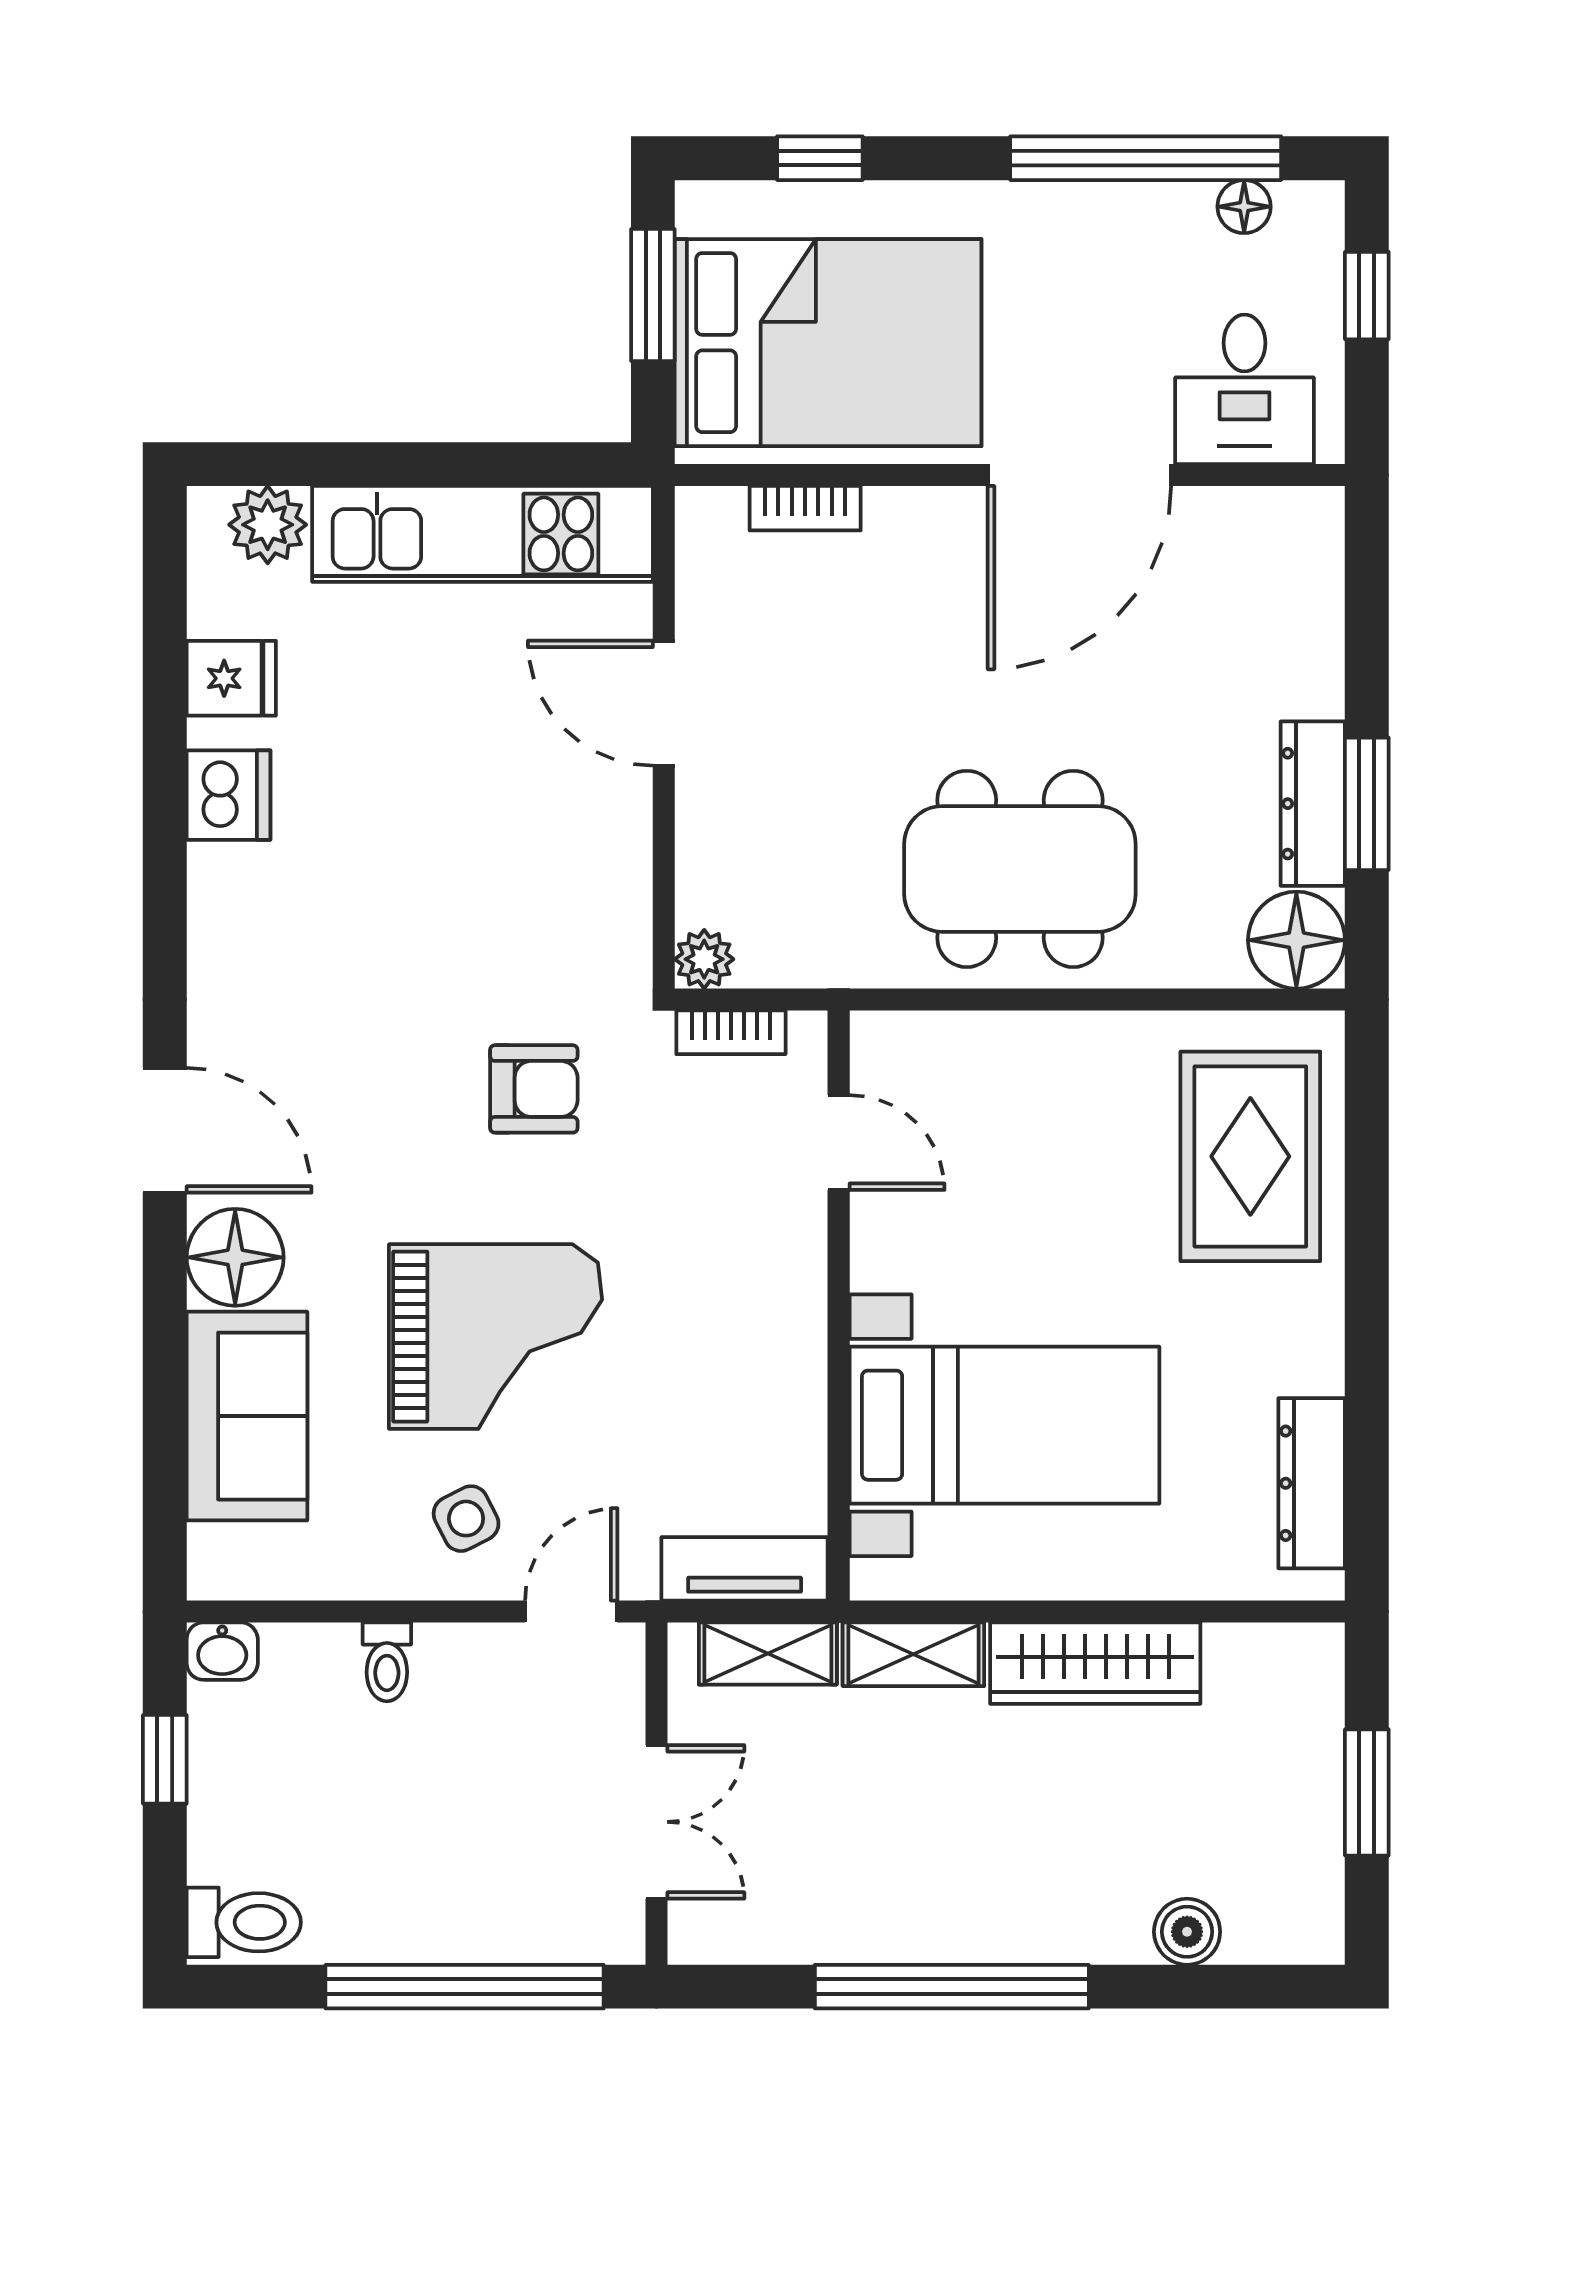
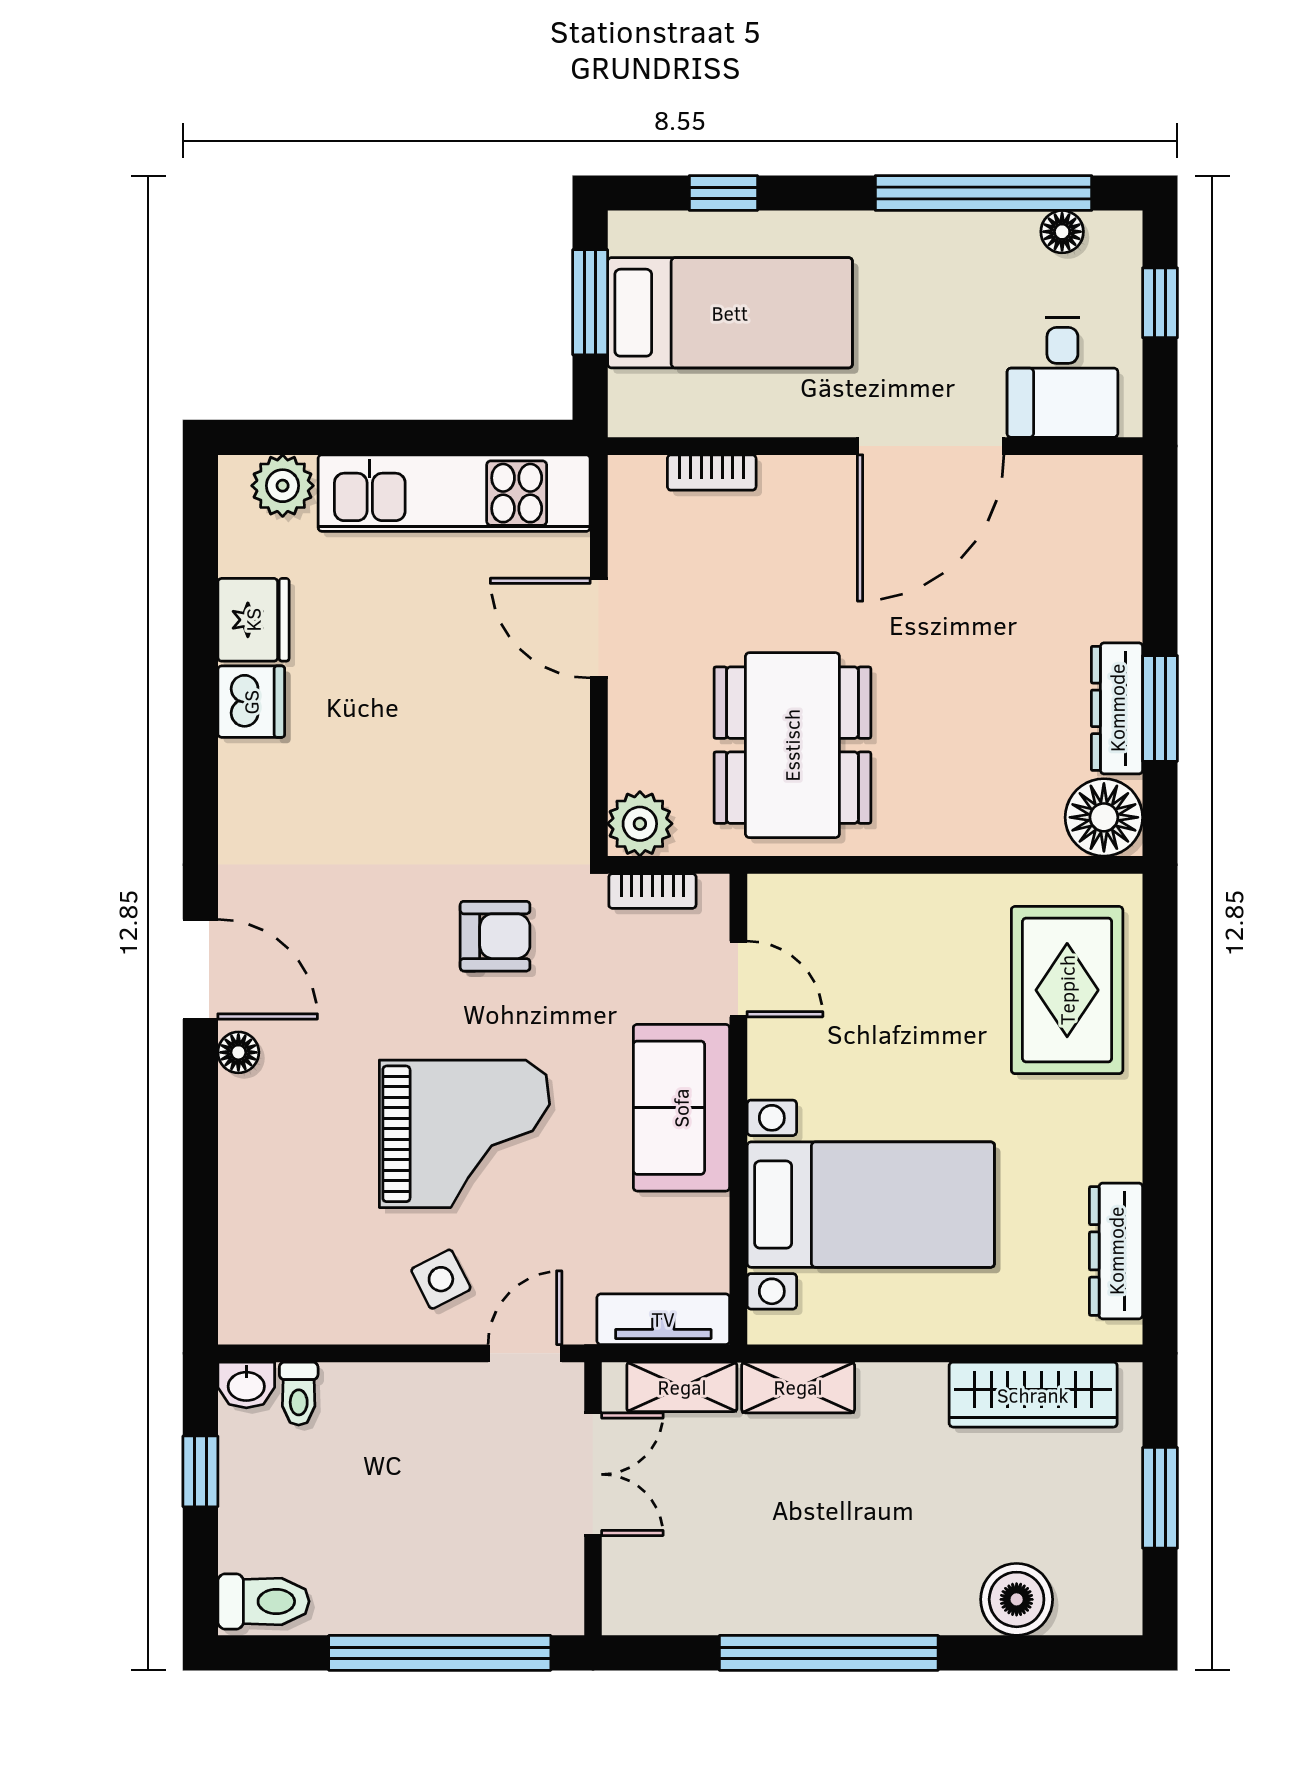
bed: (828, 343) -> (730, 313), width x0.67
fridge: (231, 678) -> (253, 620), width x1.38
dining table: (1020, 869) -> (792, 745), moved, turned 90
plant: (704, 959) -> (640, 824), width x1.38, depth x1.38
floor lamp: (235, 1257) -> (238, 1052), width x0.53, depth x0.53
sofa: (247, 1416) -> (681, 1108), moved, turned 180
toilet: (387, 1662) -> (299, 1394), moved
wardrobe: (1095, 1663) -> (1033, 1395), moved
double door: (657, 1822) -> (593, 1474), moved
boiler: (1187, 1932) -> (1017, 1599), width x1.36, depth x1.36

